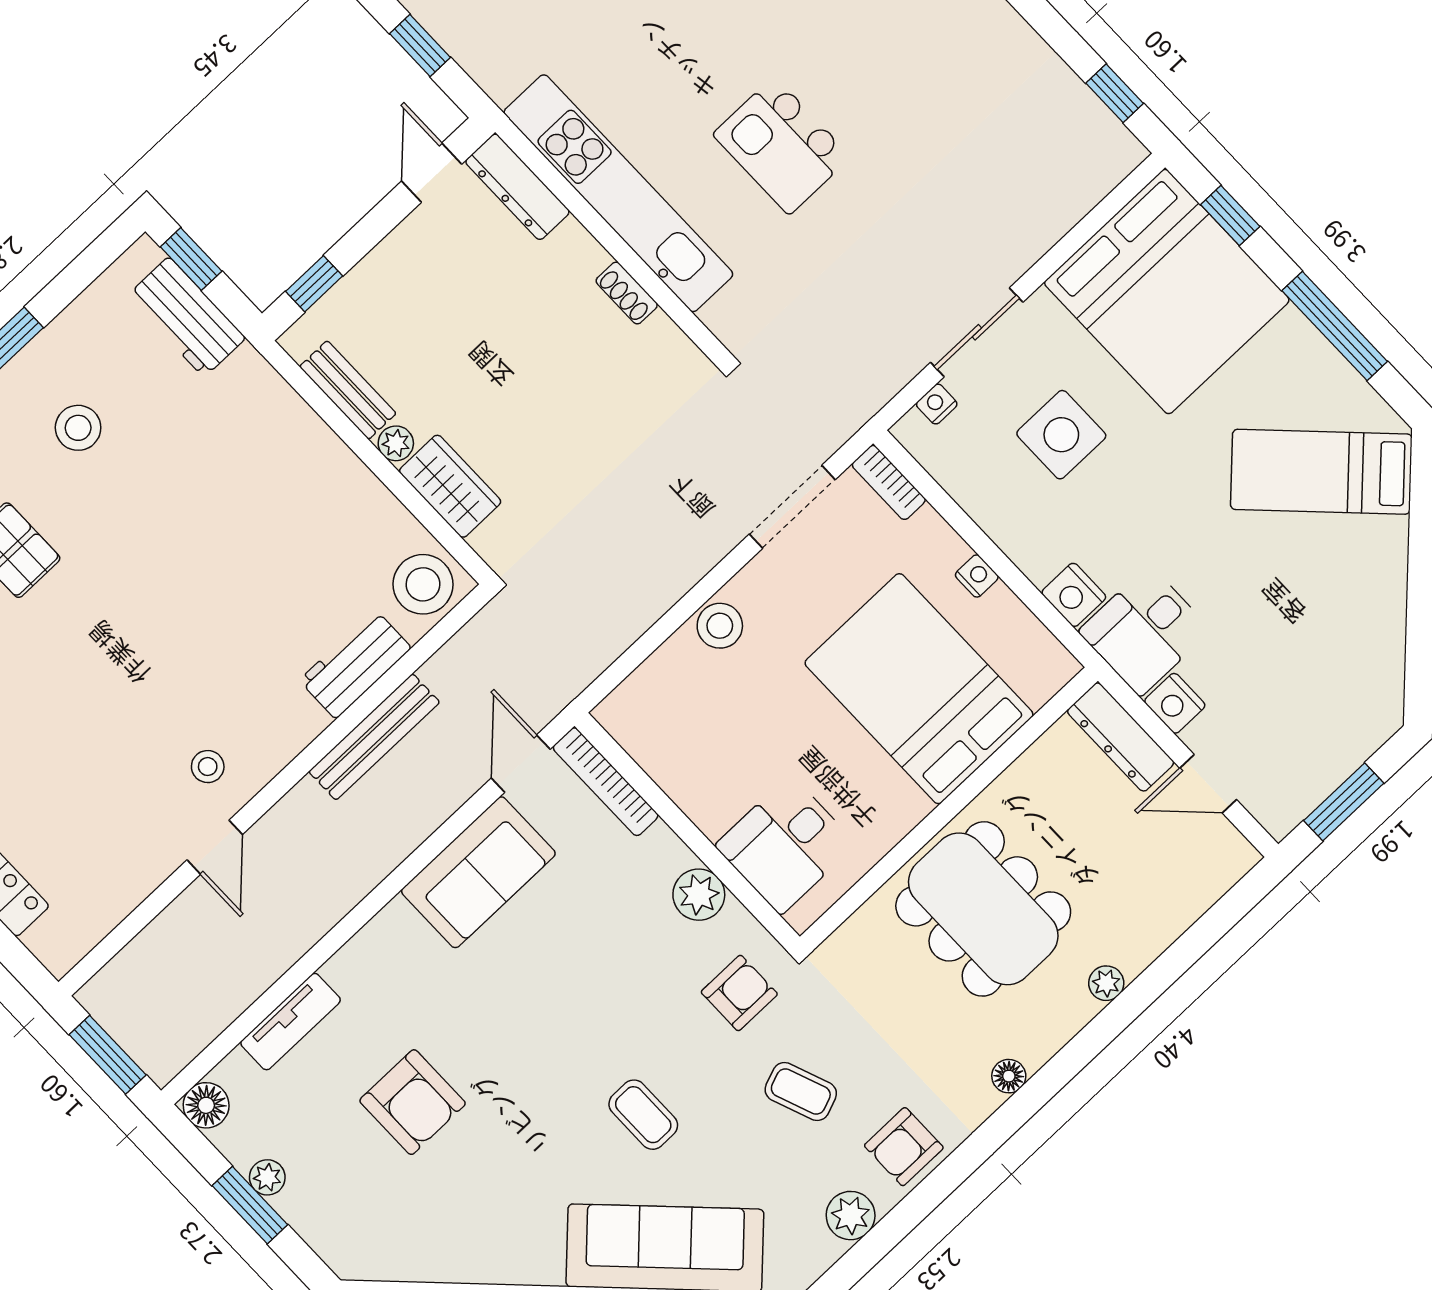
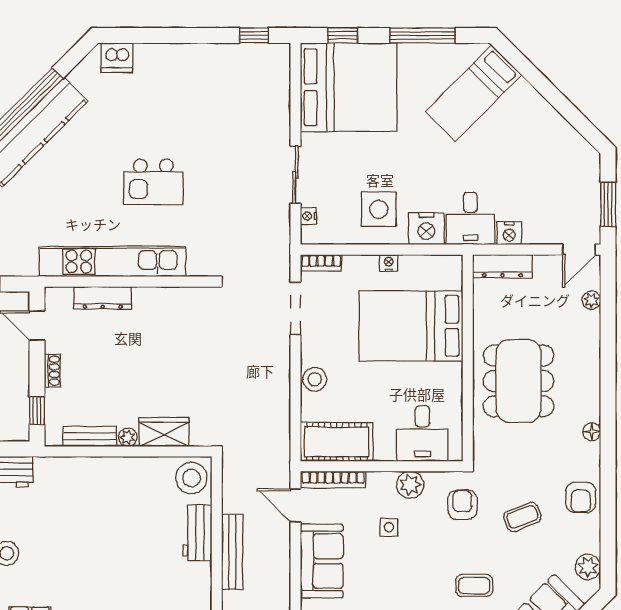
dresser: (517, 187) -> (103, 298), moved
shoe rack: (627, 293) -> (52, 371), moved, turned -90
side table: (1061, 435) -> (379, 209), moved
nightstand: (1074, 595) -> (426, 229), width x1.36, depth x1.33
cot: (662, 738) -> (337, 442), added
door: (1208, 784) -> (579, 250), moved
dining table: (983, 909) -> (519, 381), turned 90
side table: (612, 921) -> (389, 527), added
plant: (1106, 983) -> (591, 300), moved
plant: (851, 1216) -> (588, 567), moved

